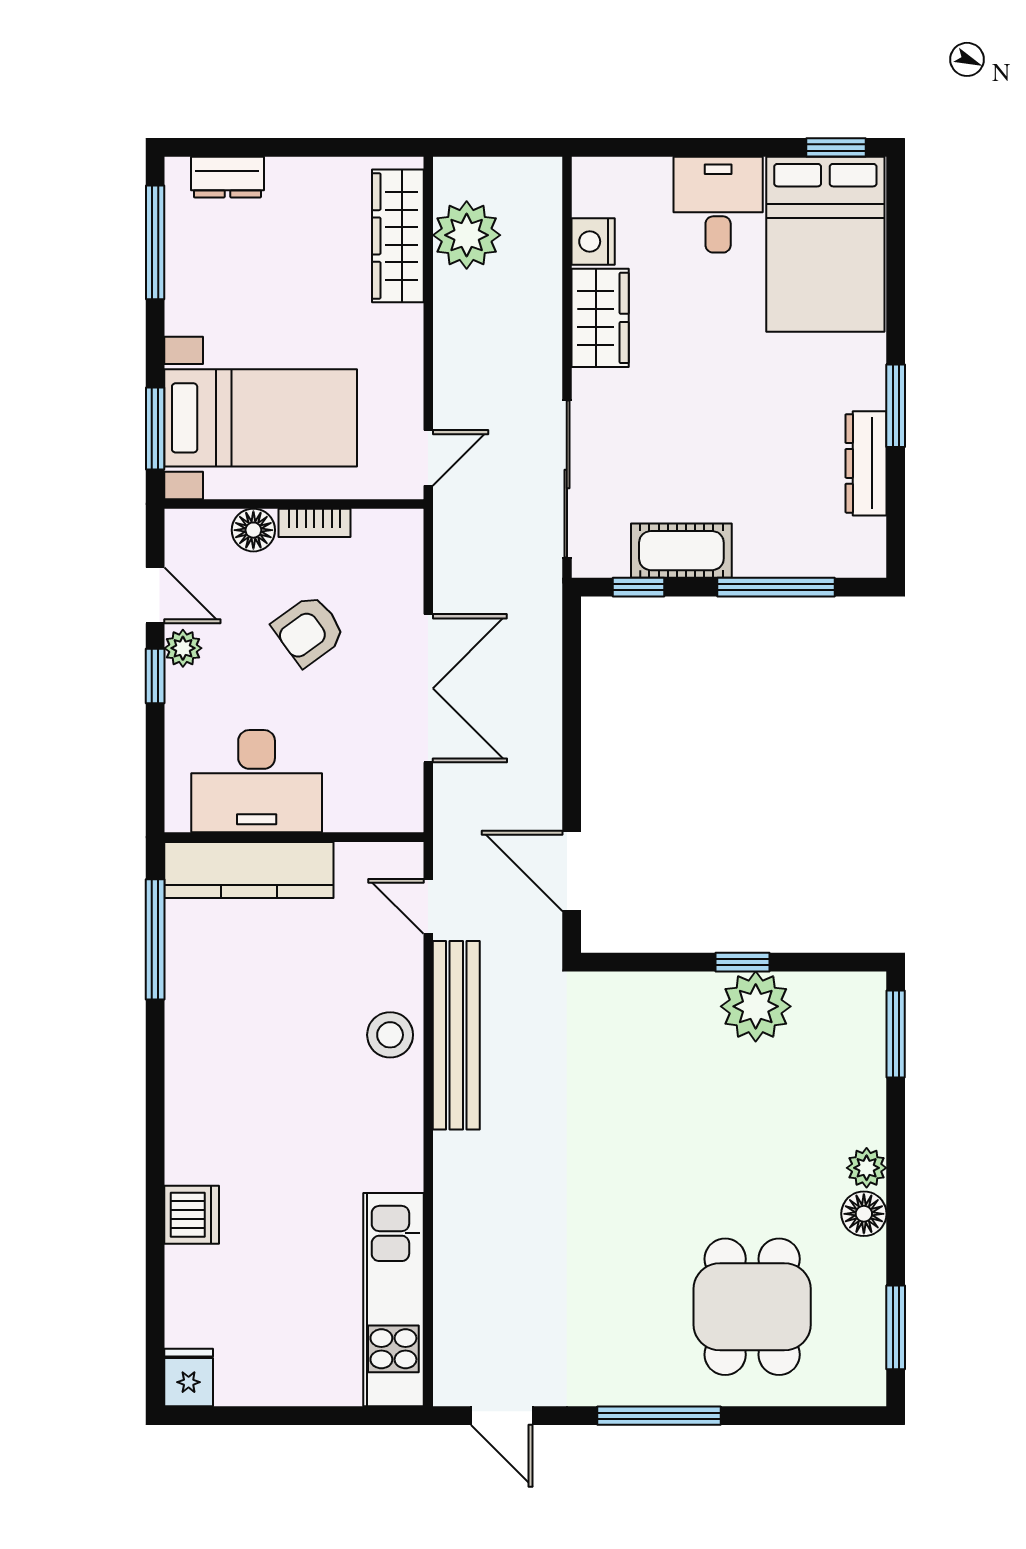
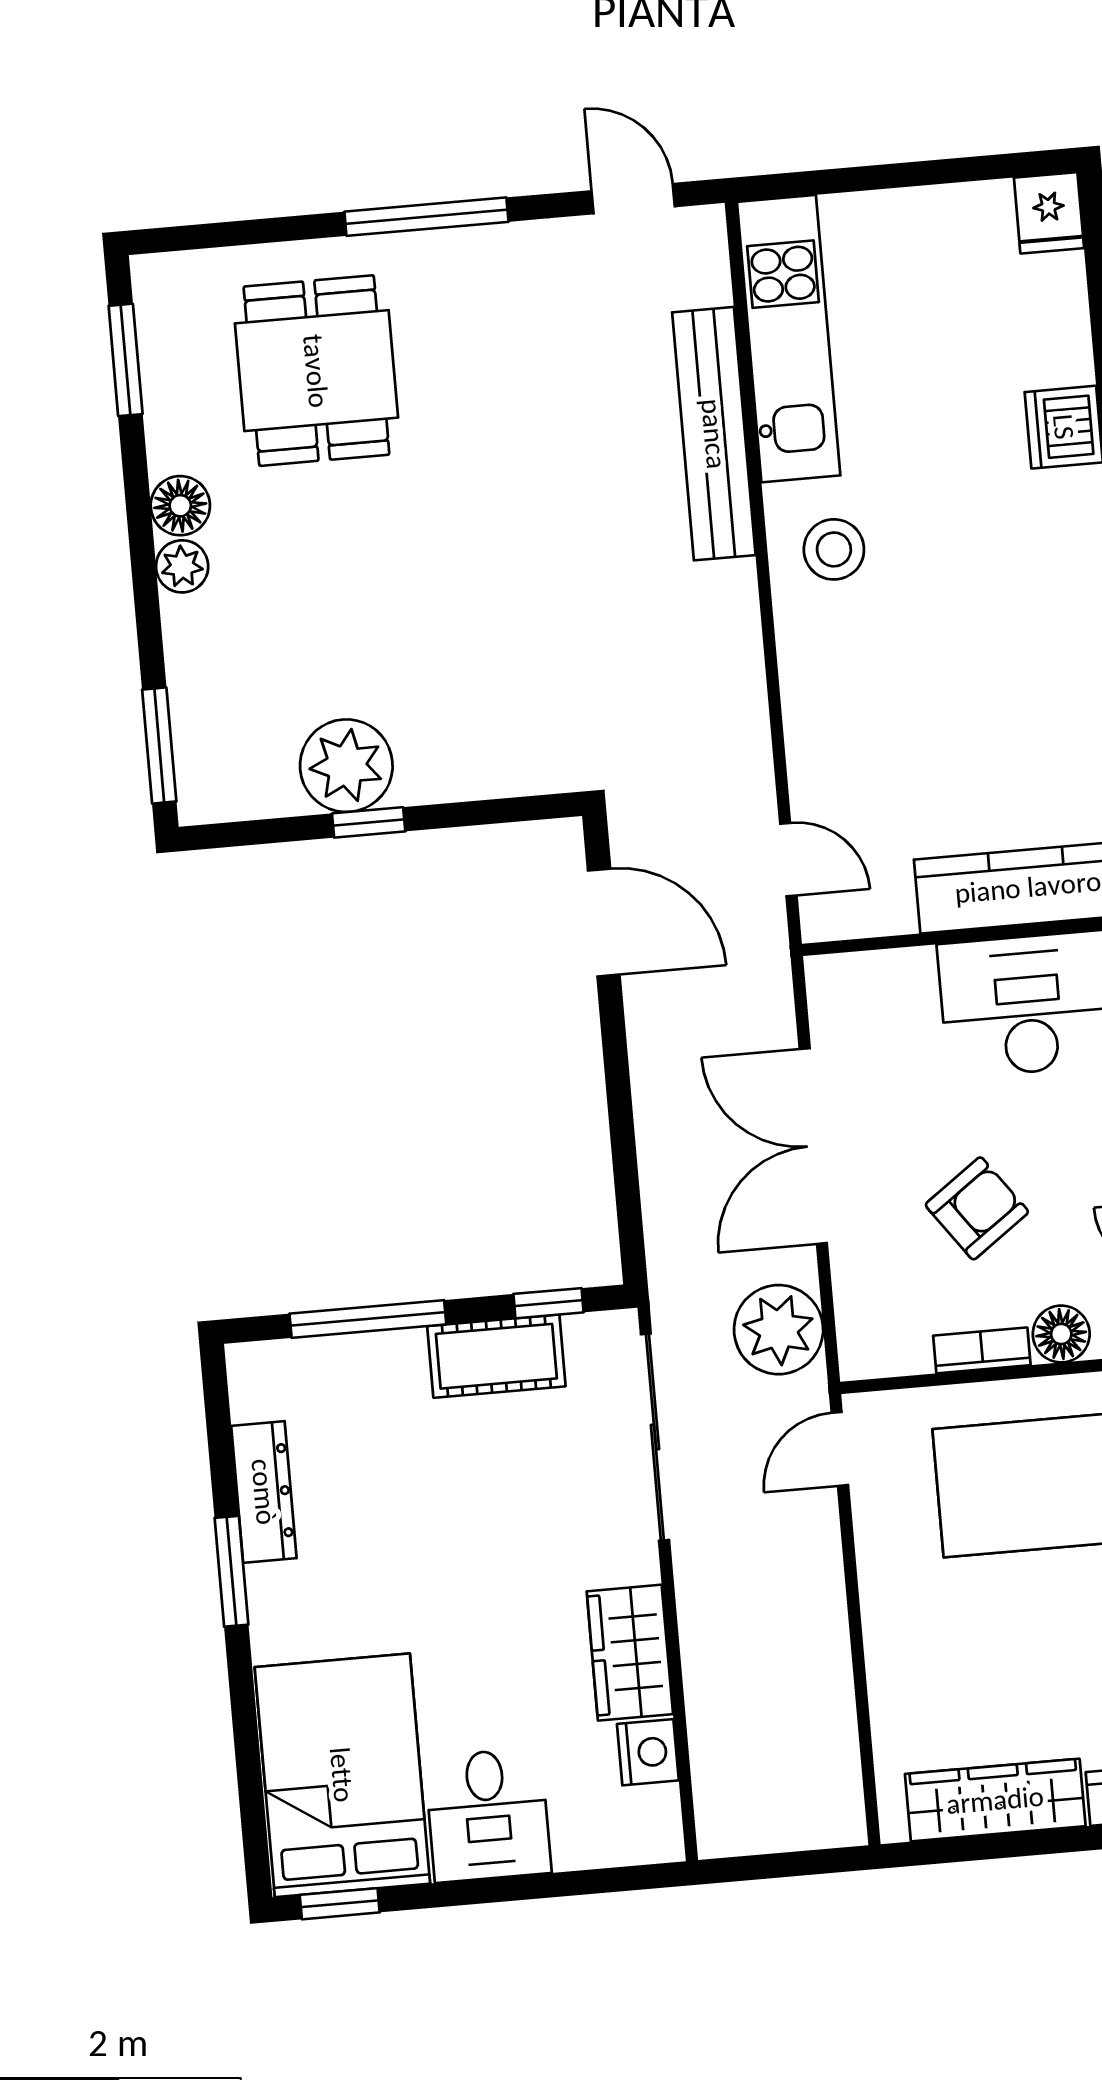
plant: (467, 235) -> (779, 1330), moved
wardrobe: (398, 236) -> (995, 1800), moved, turned -90
stool: (390, 1035) -> (834, 549), moved
bench: (456, 1035) -> (714, 434), moved

